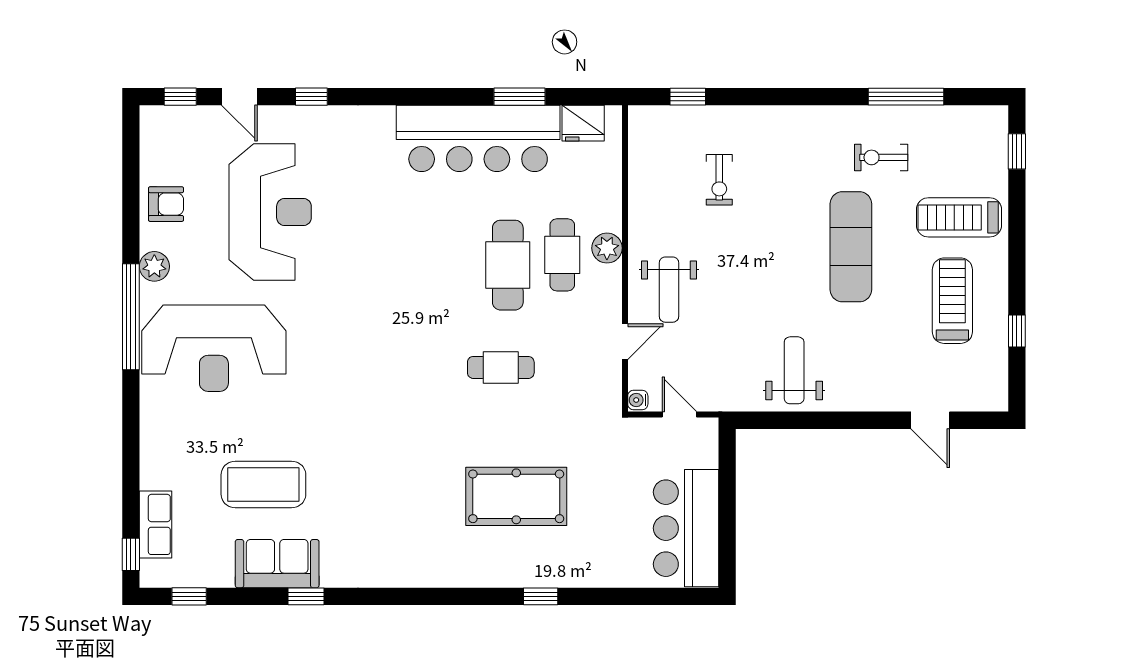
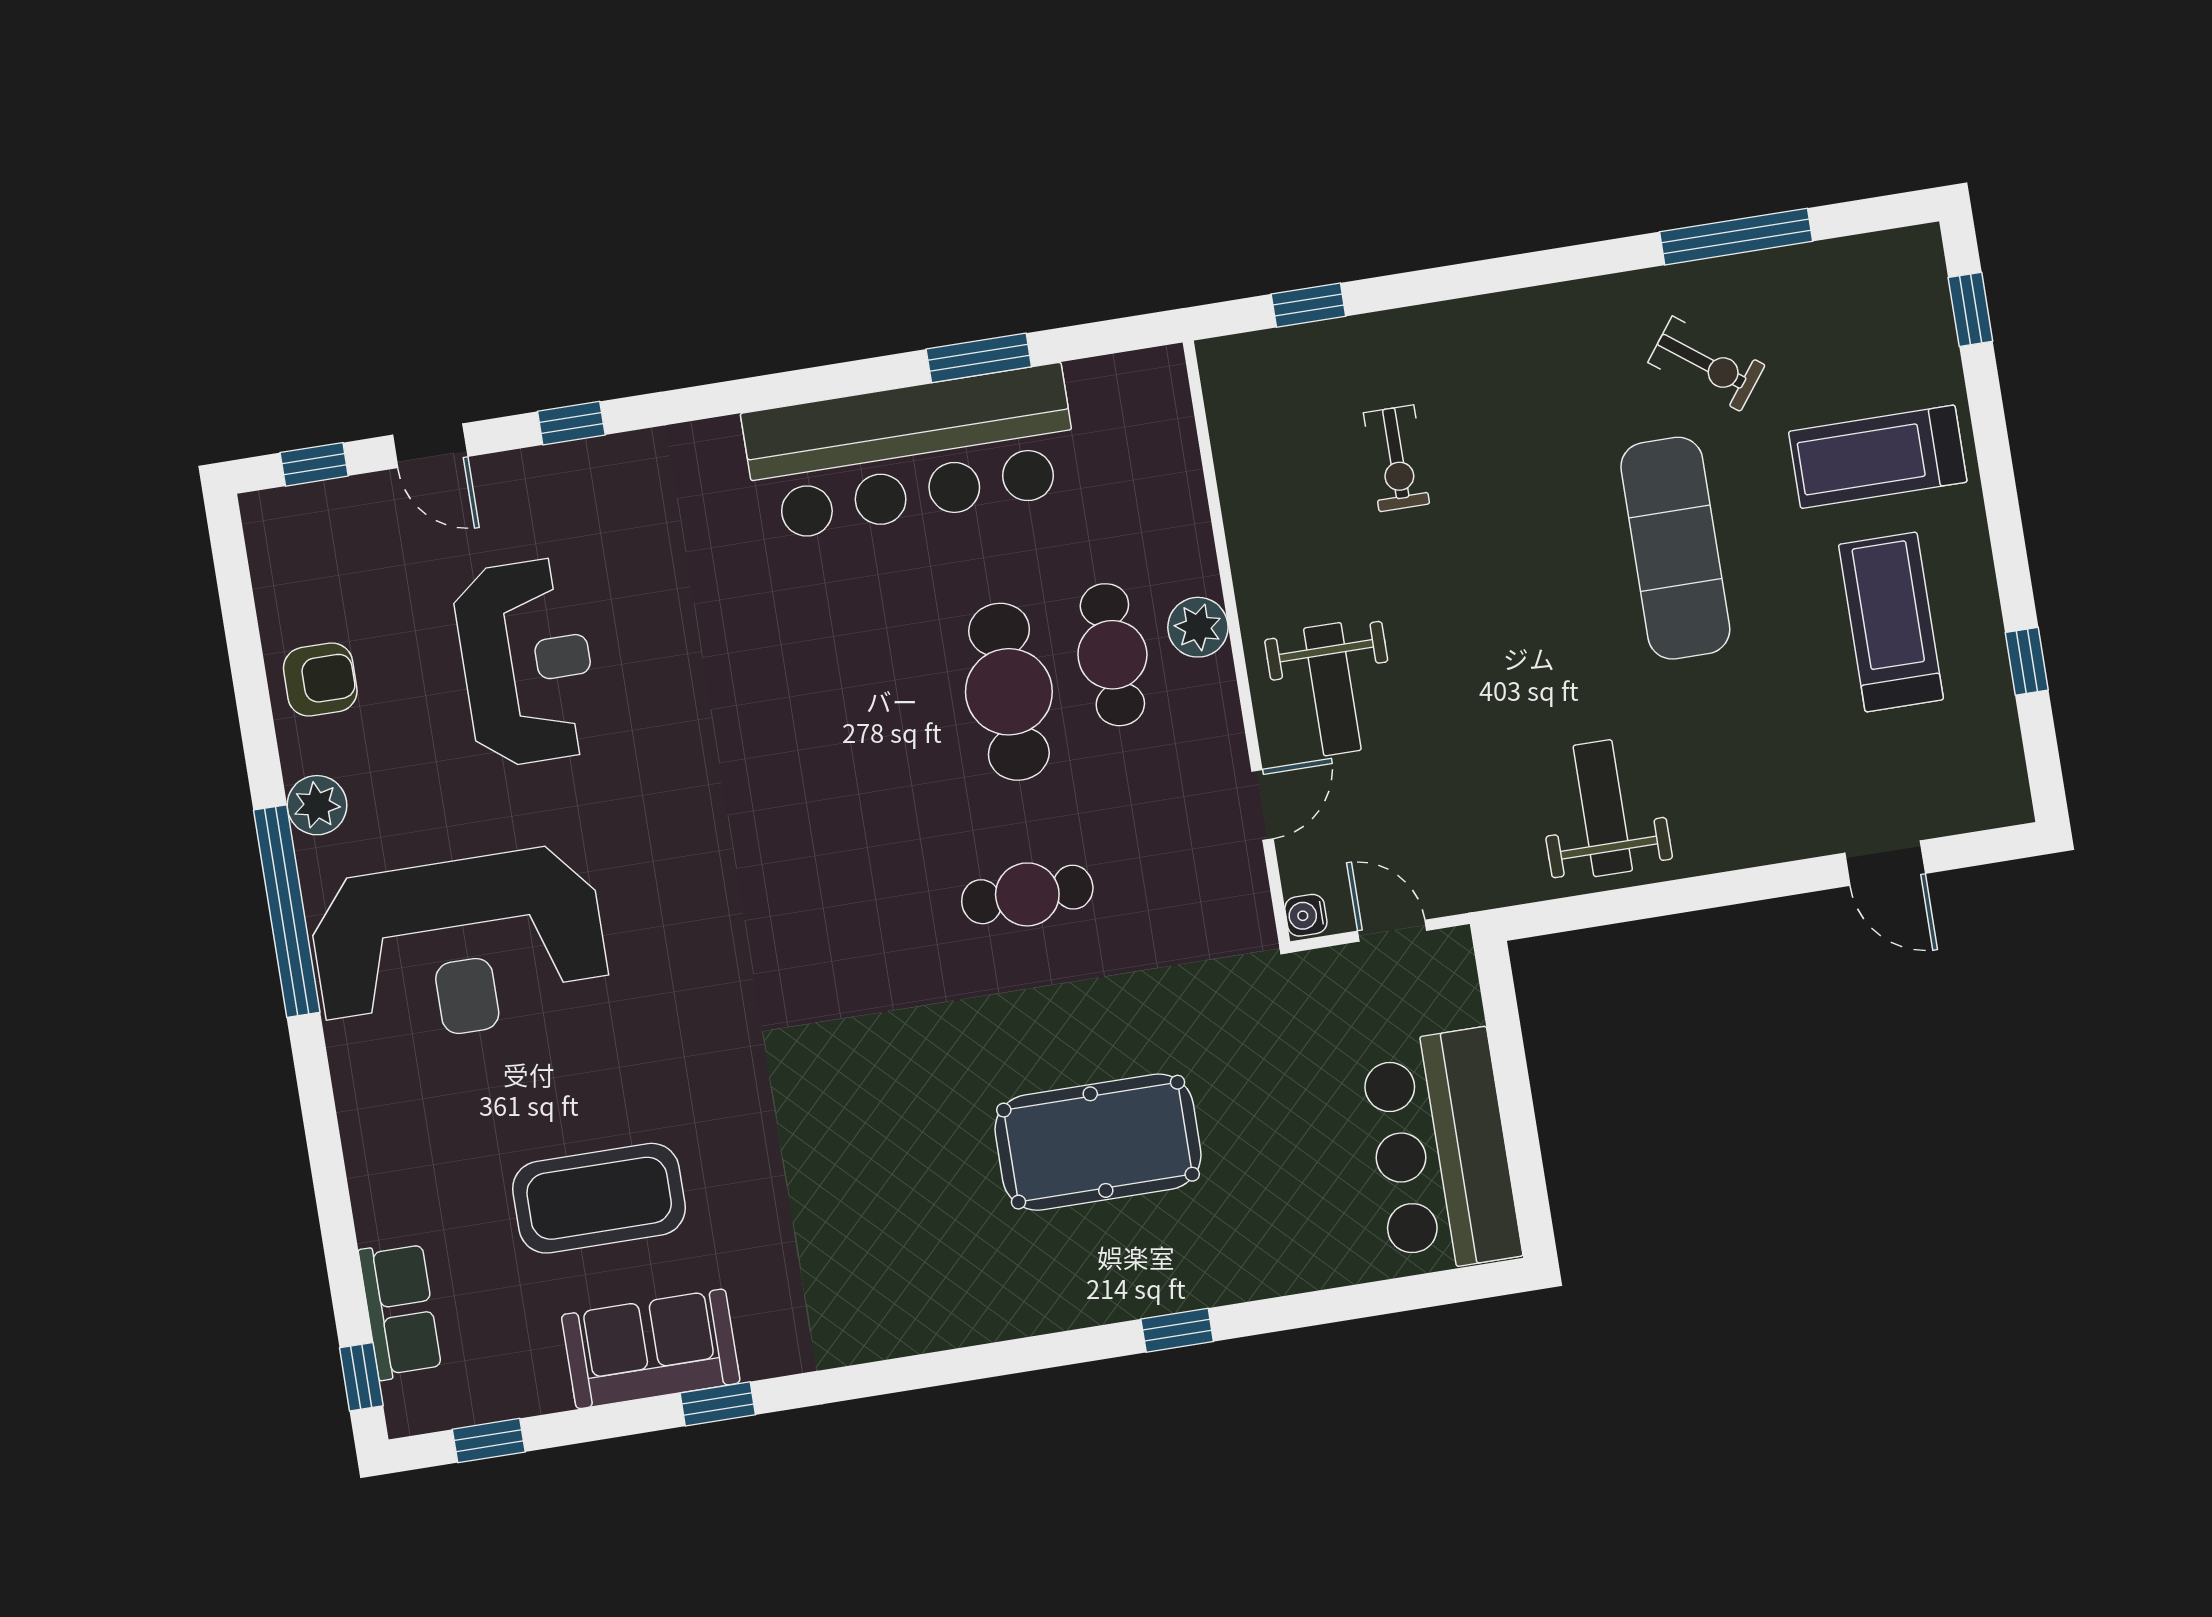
fridge: (583, 123) -> (1112, 390), removed
exercise bike: (881, 157) -> (1706, 364), turned -143
reception desk: (270, 212) -> (527, 662), width x0.74, depth x0.77

